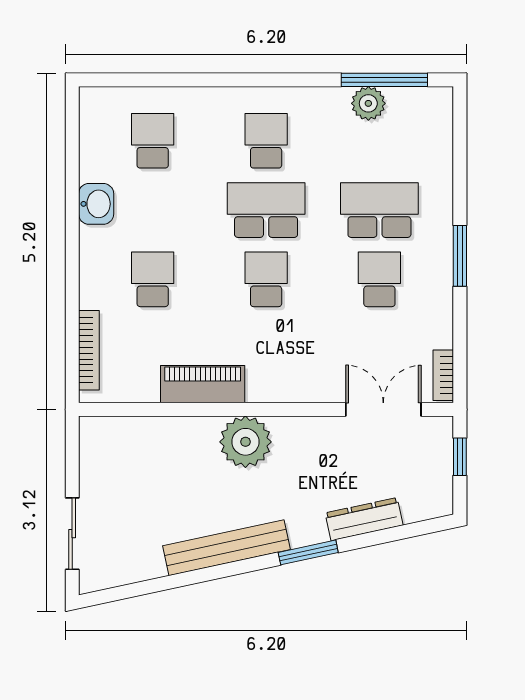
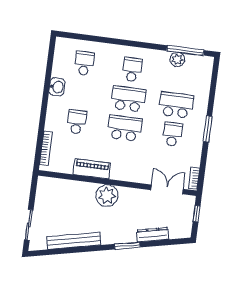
school desk: (266, 279) -> (125, 128), width x1.85
bench: (226, 548) -> (74, 241), moved

